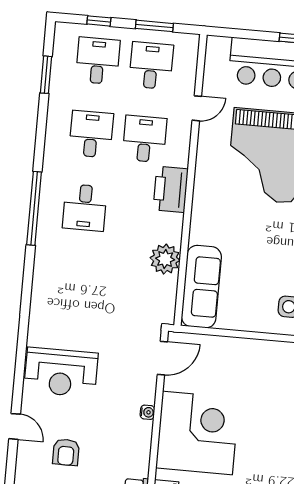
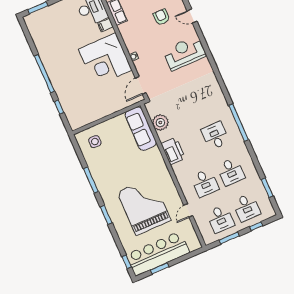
printer: (171, 189) -> (173, 151), moved
plant: (165, 259) -> (160, 123), moved

